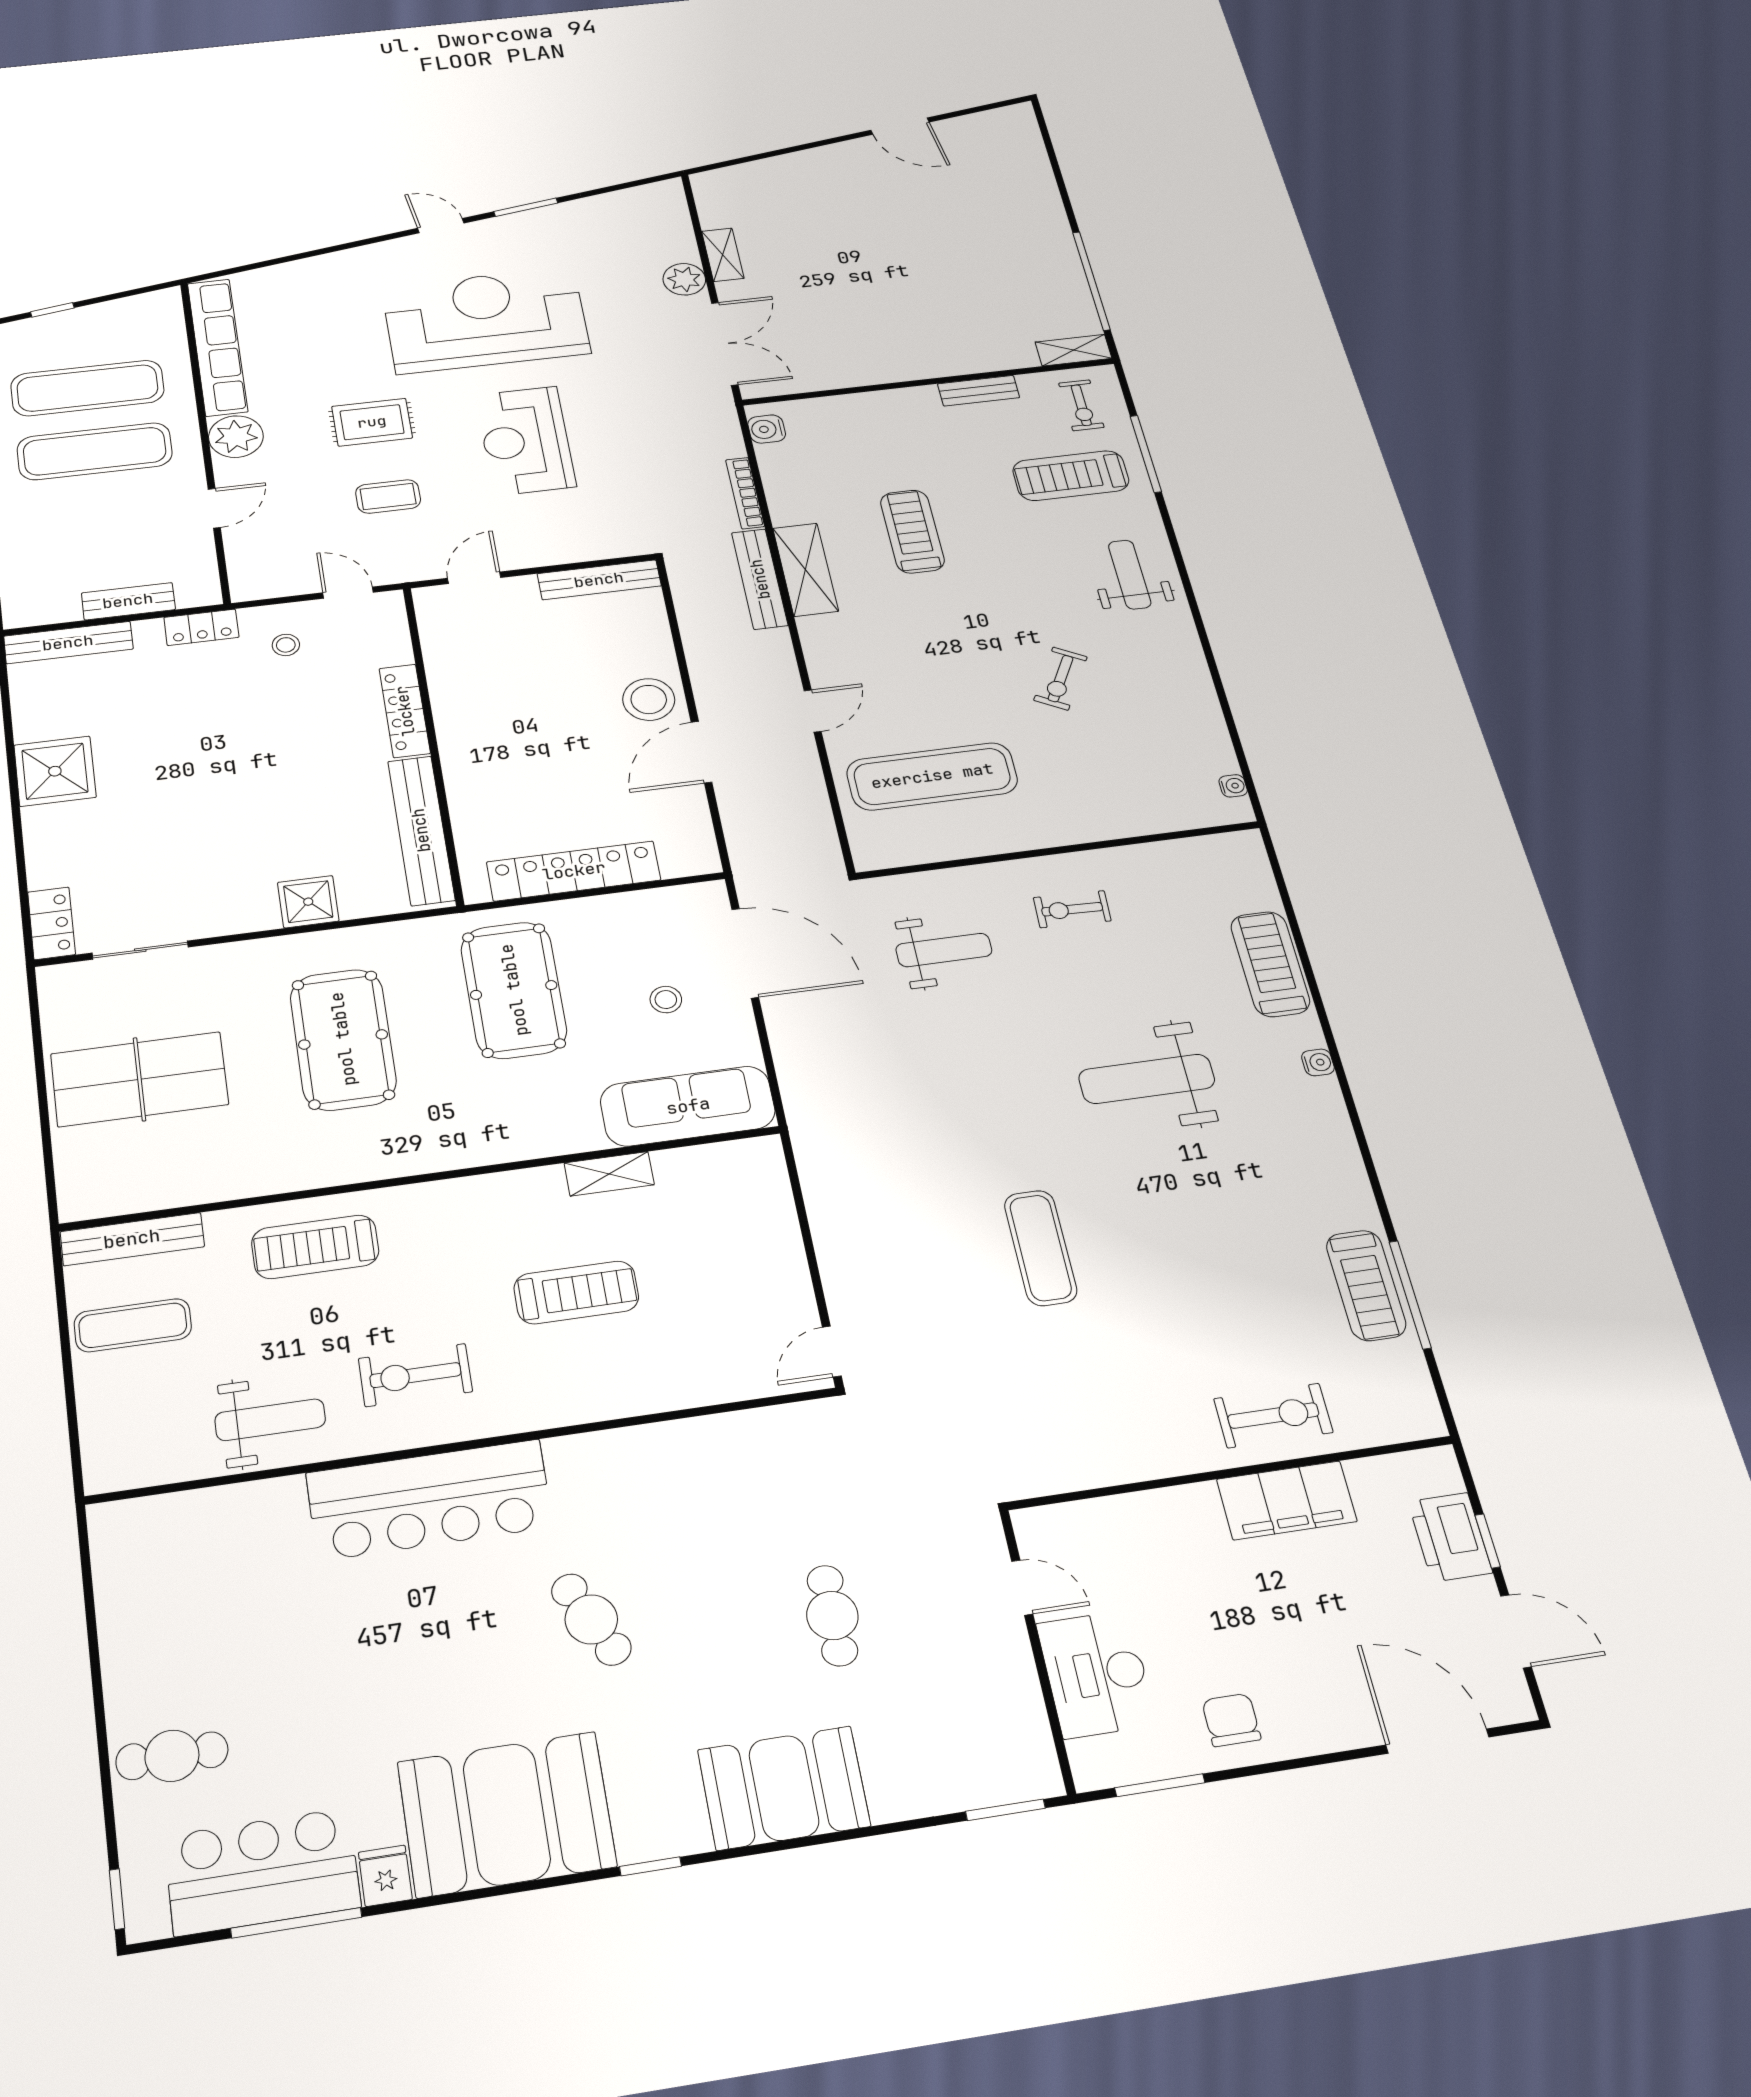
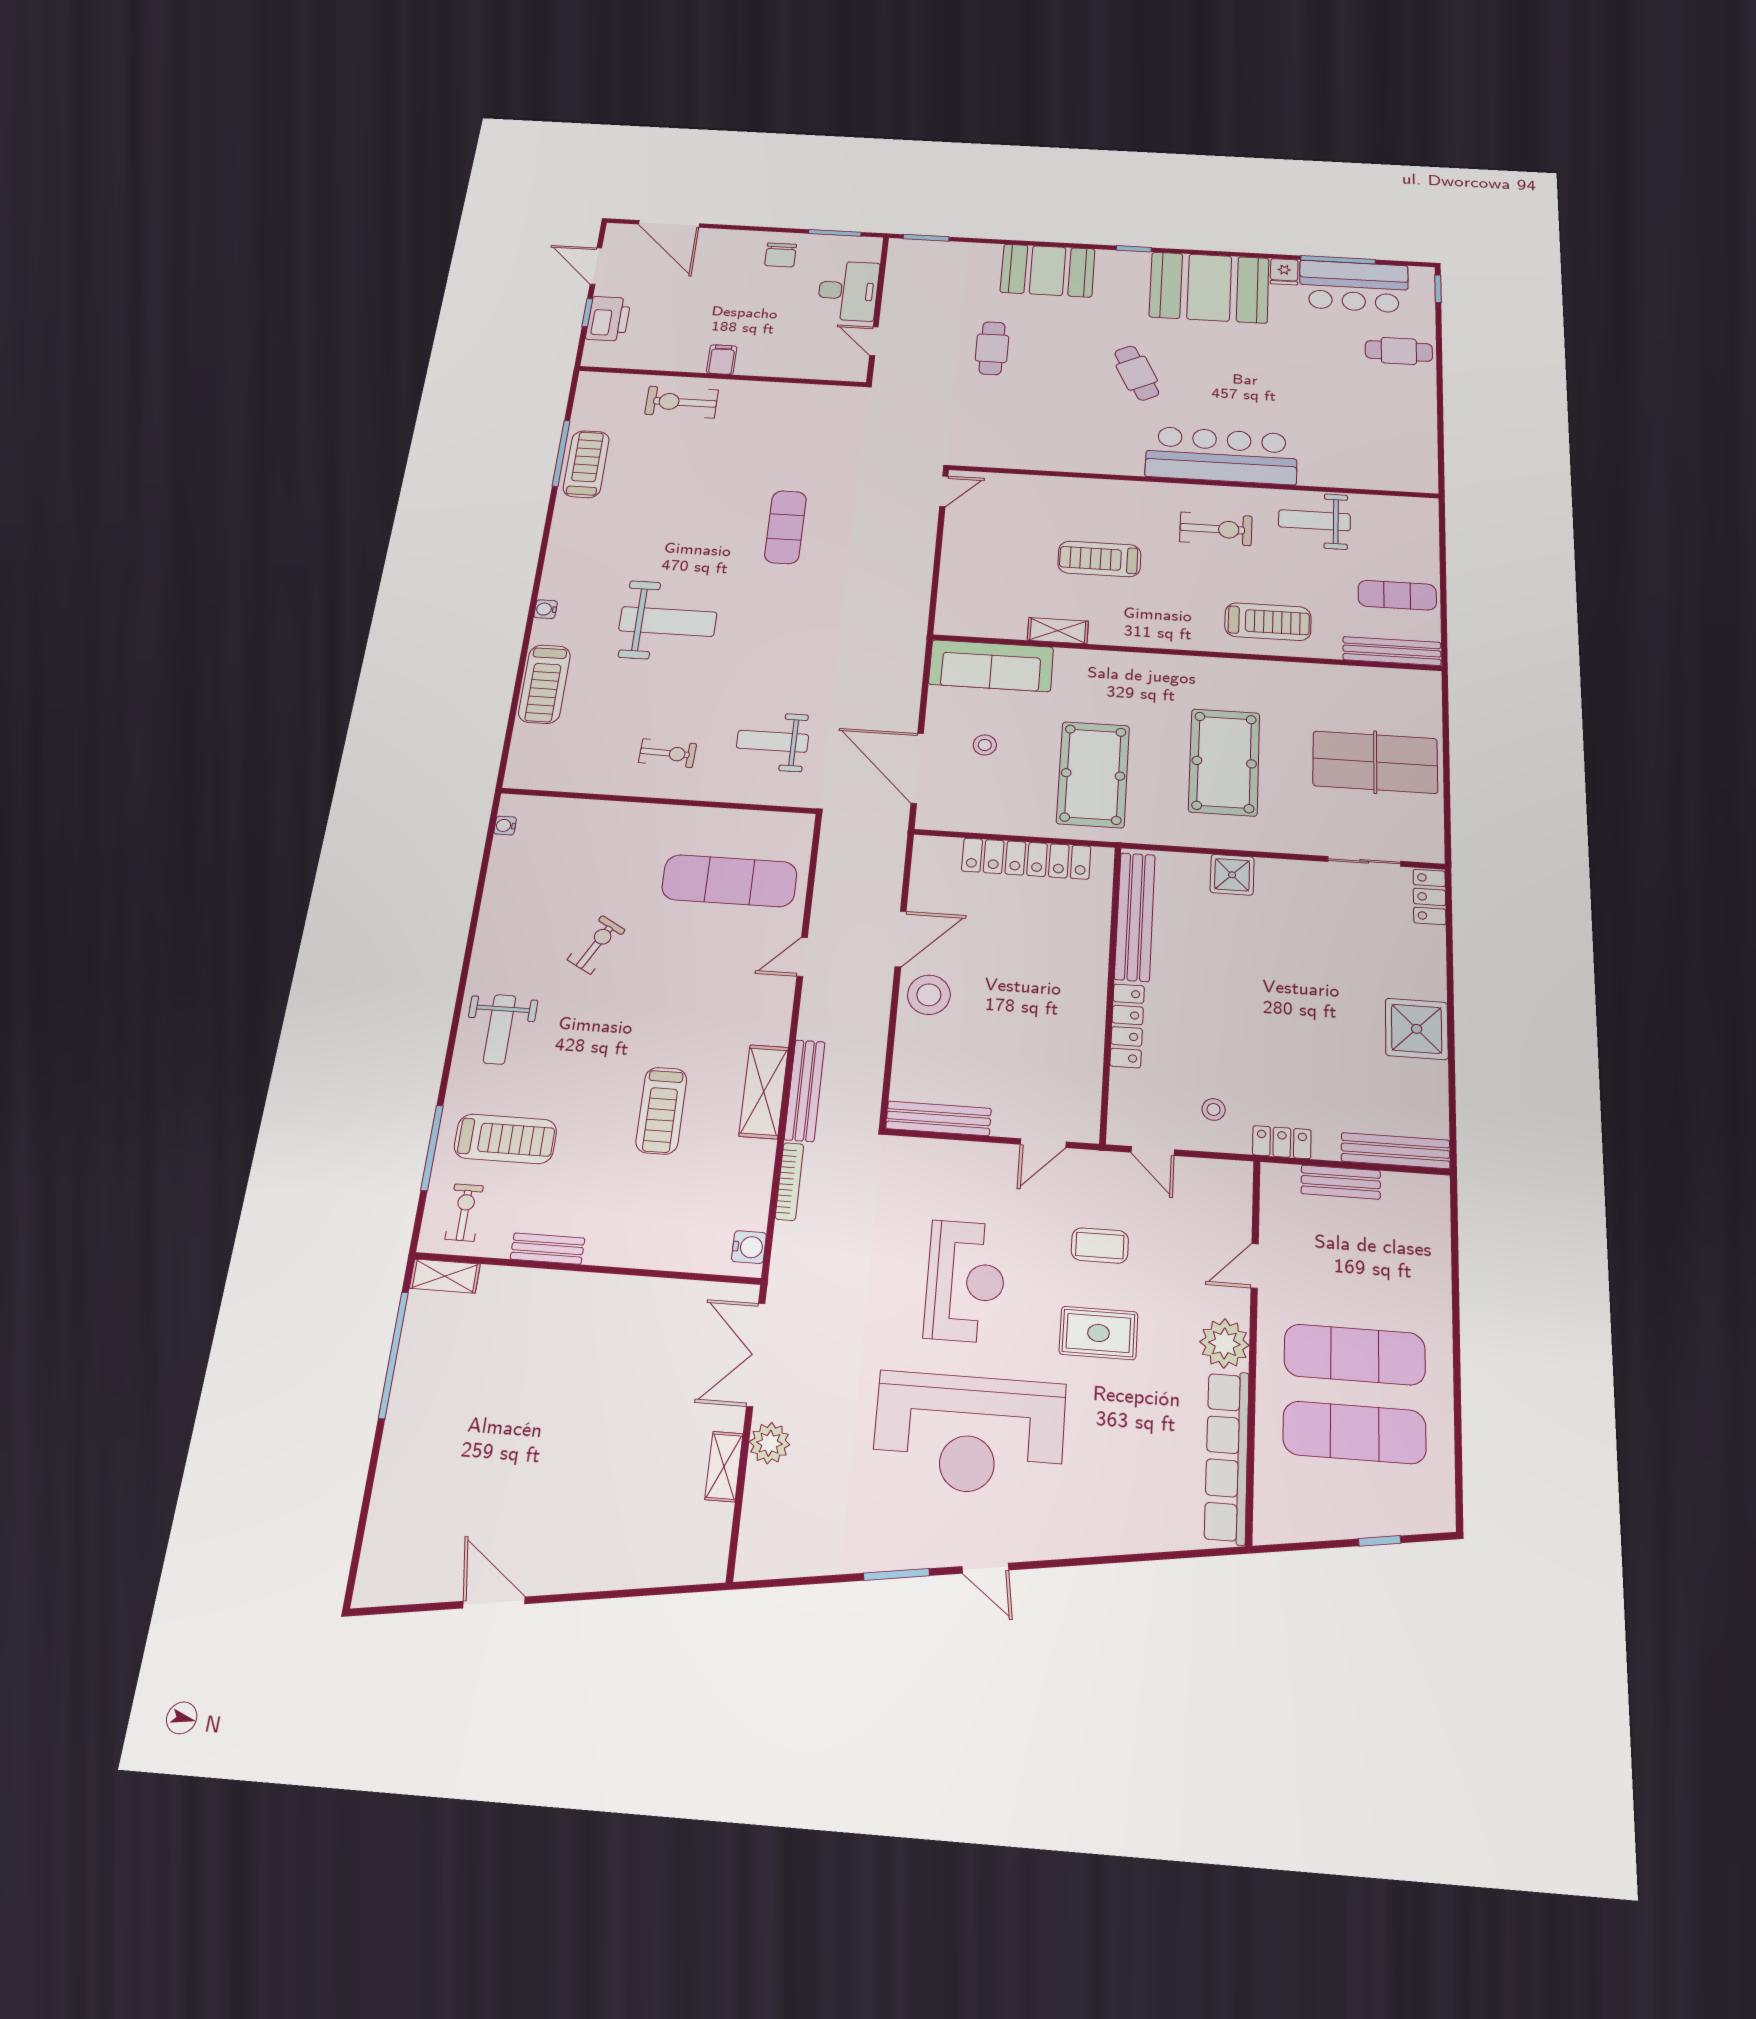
filing cabinet: (1287, 1500) -> (722, 360), width x0.33, depth x0.86

